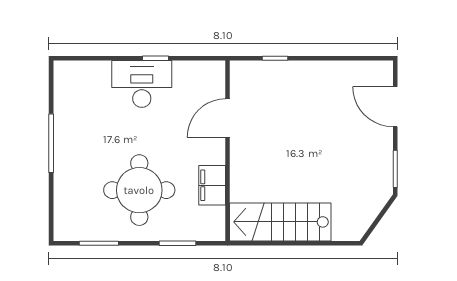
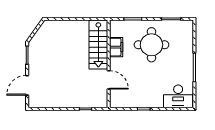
desk: (142, 84) -> (178, 96), moved
door: (395, 107) -> (27, 85), swing flipped
door: (227, 118) -> (109, 80), hinge flipped
stairs: (280, 222) -> (98, 45), moved, turned 90

